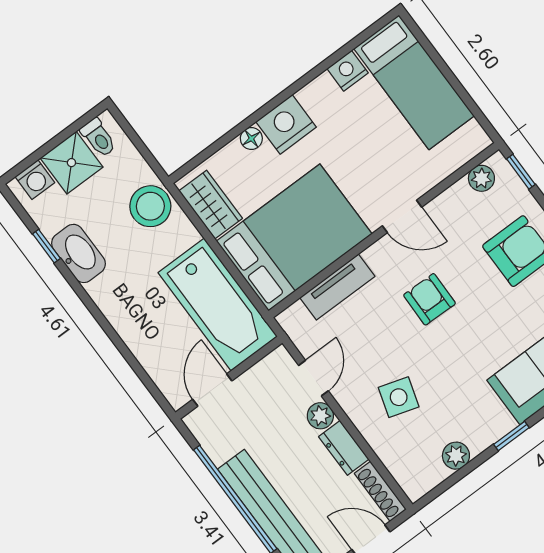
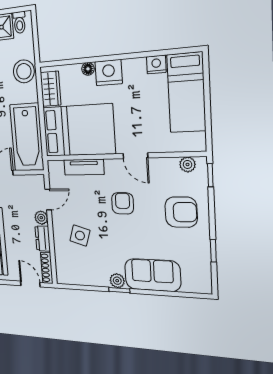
plant: (456, 456) -> (117, 281), moved

